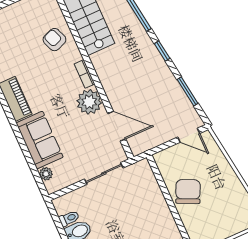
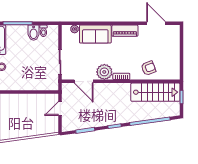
door: (117, 126) -> (84, 81), hinge flipped
door: (189, 135) -> (60, 109), moved
chair: (188, 192) -> (28, 105), removed

